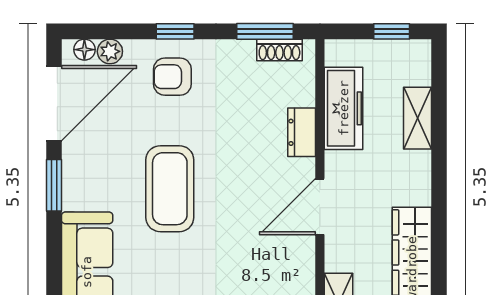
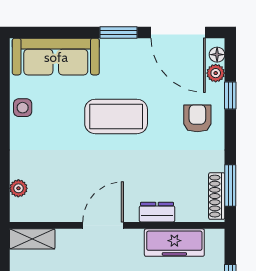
window: (175, 31) -> (230, 96), moved
shoe rack: (279, 50) -> (217, 196), width x1.43
door: (320, 207) -> (103, 225), hinge flipped

